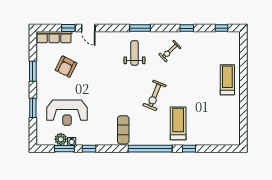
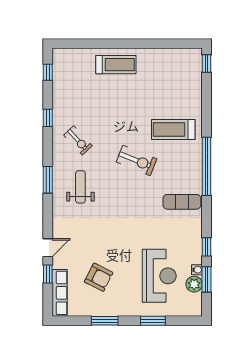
weight bench: (135, 53) -> (80, 187), turned 90
treadmill: (227, 80) -> (116, 65), turned 180
window: (189, 149) -> (206, 63), moved

